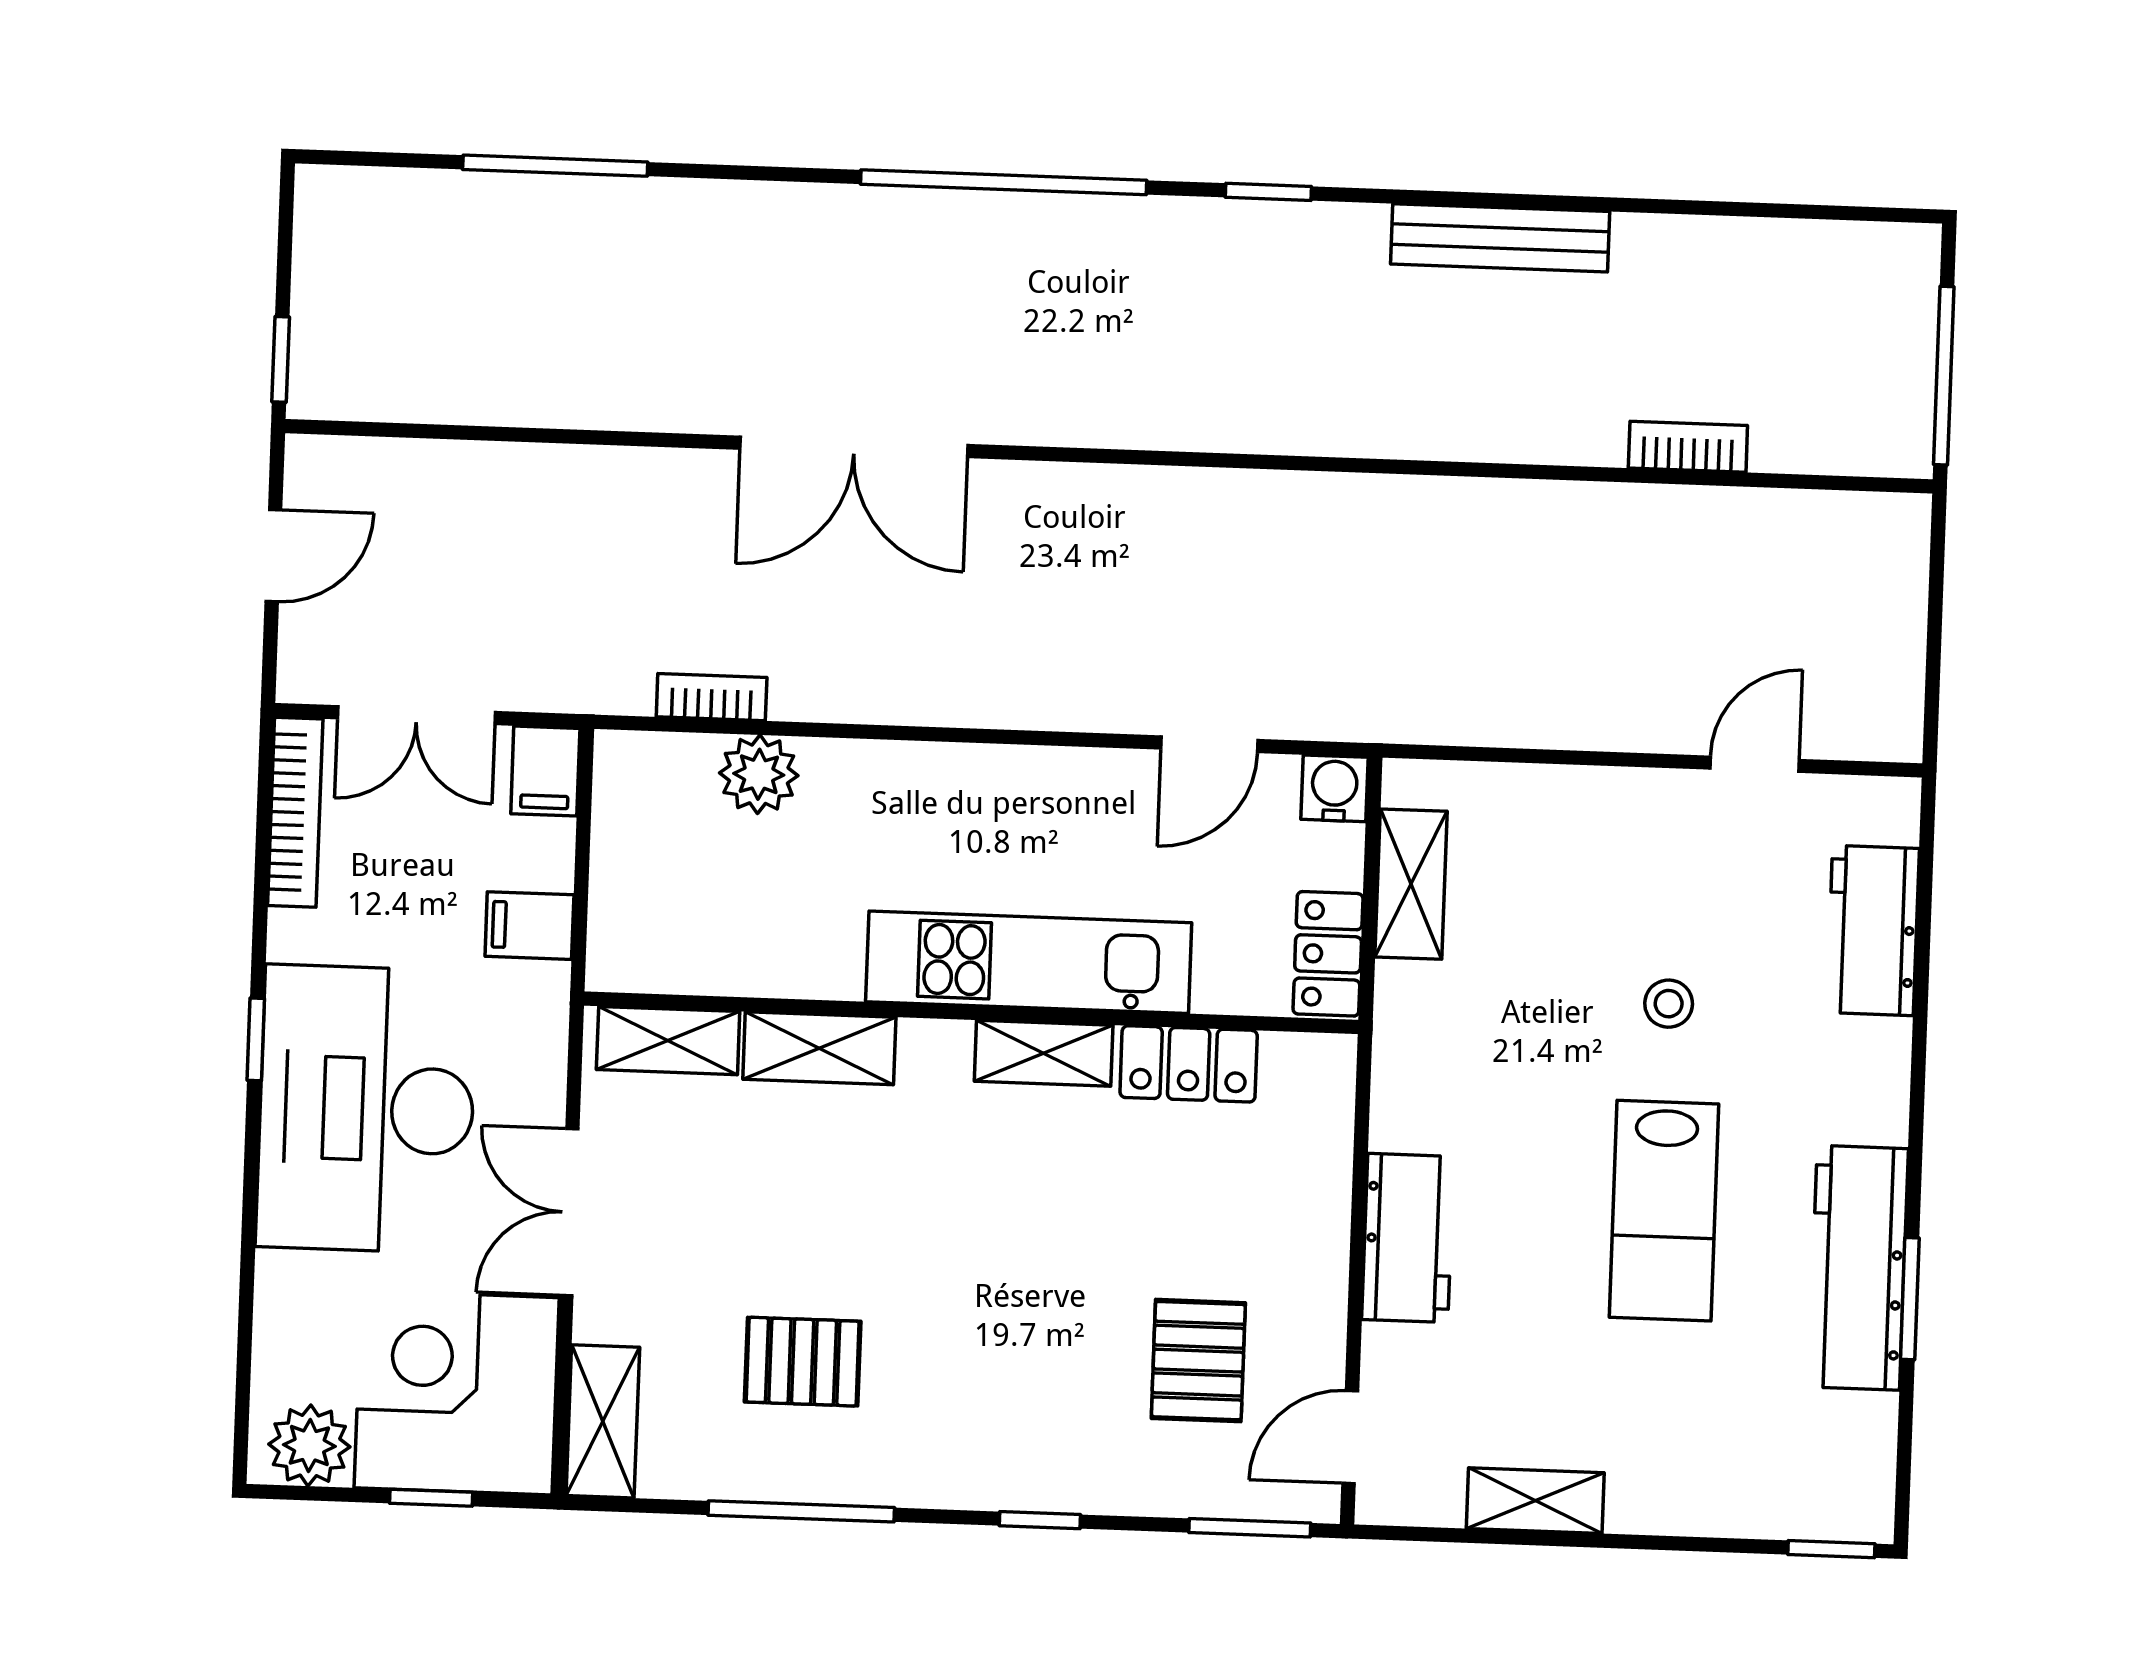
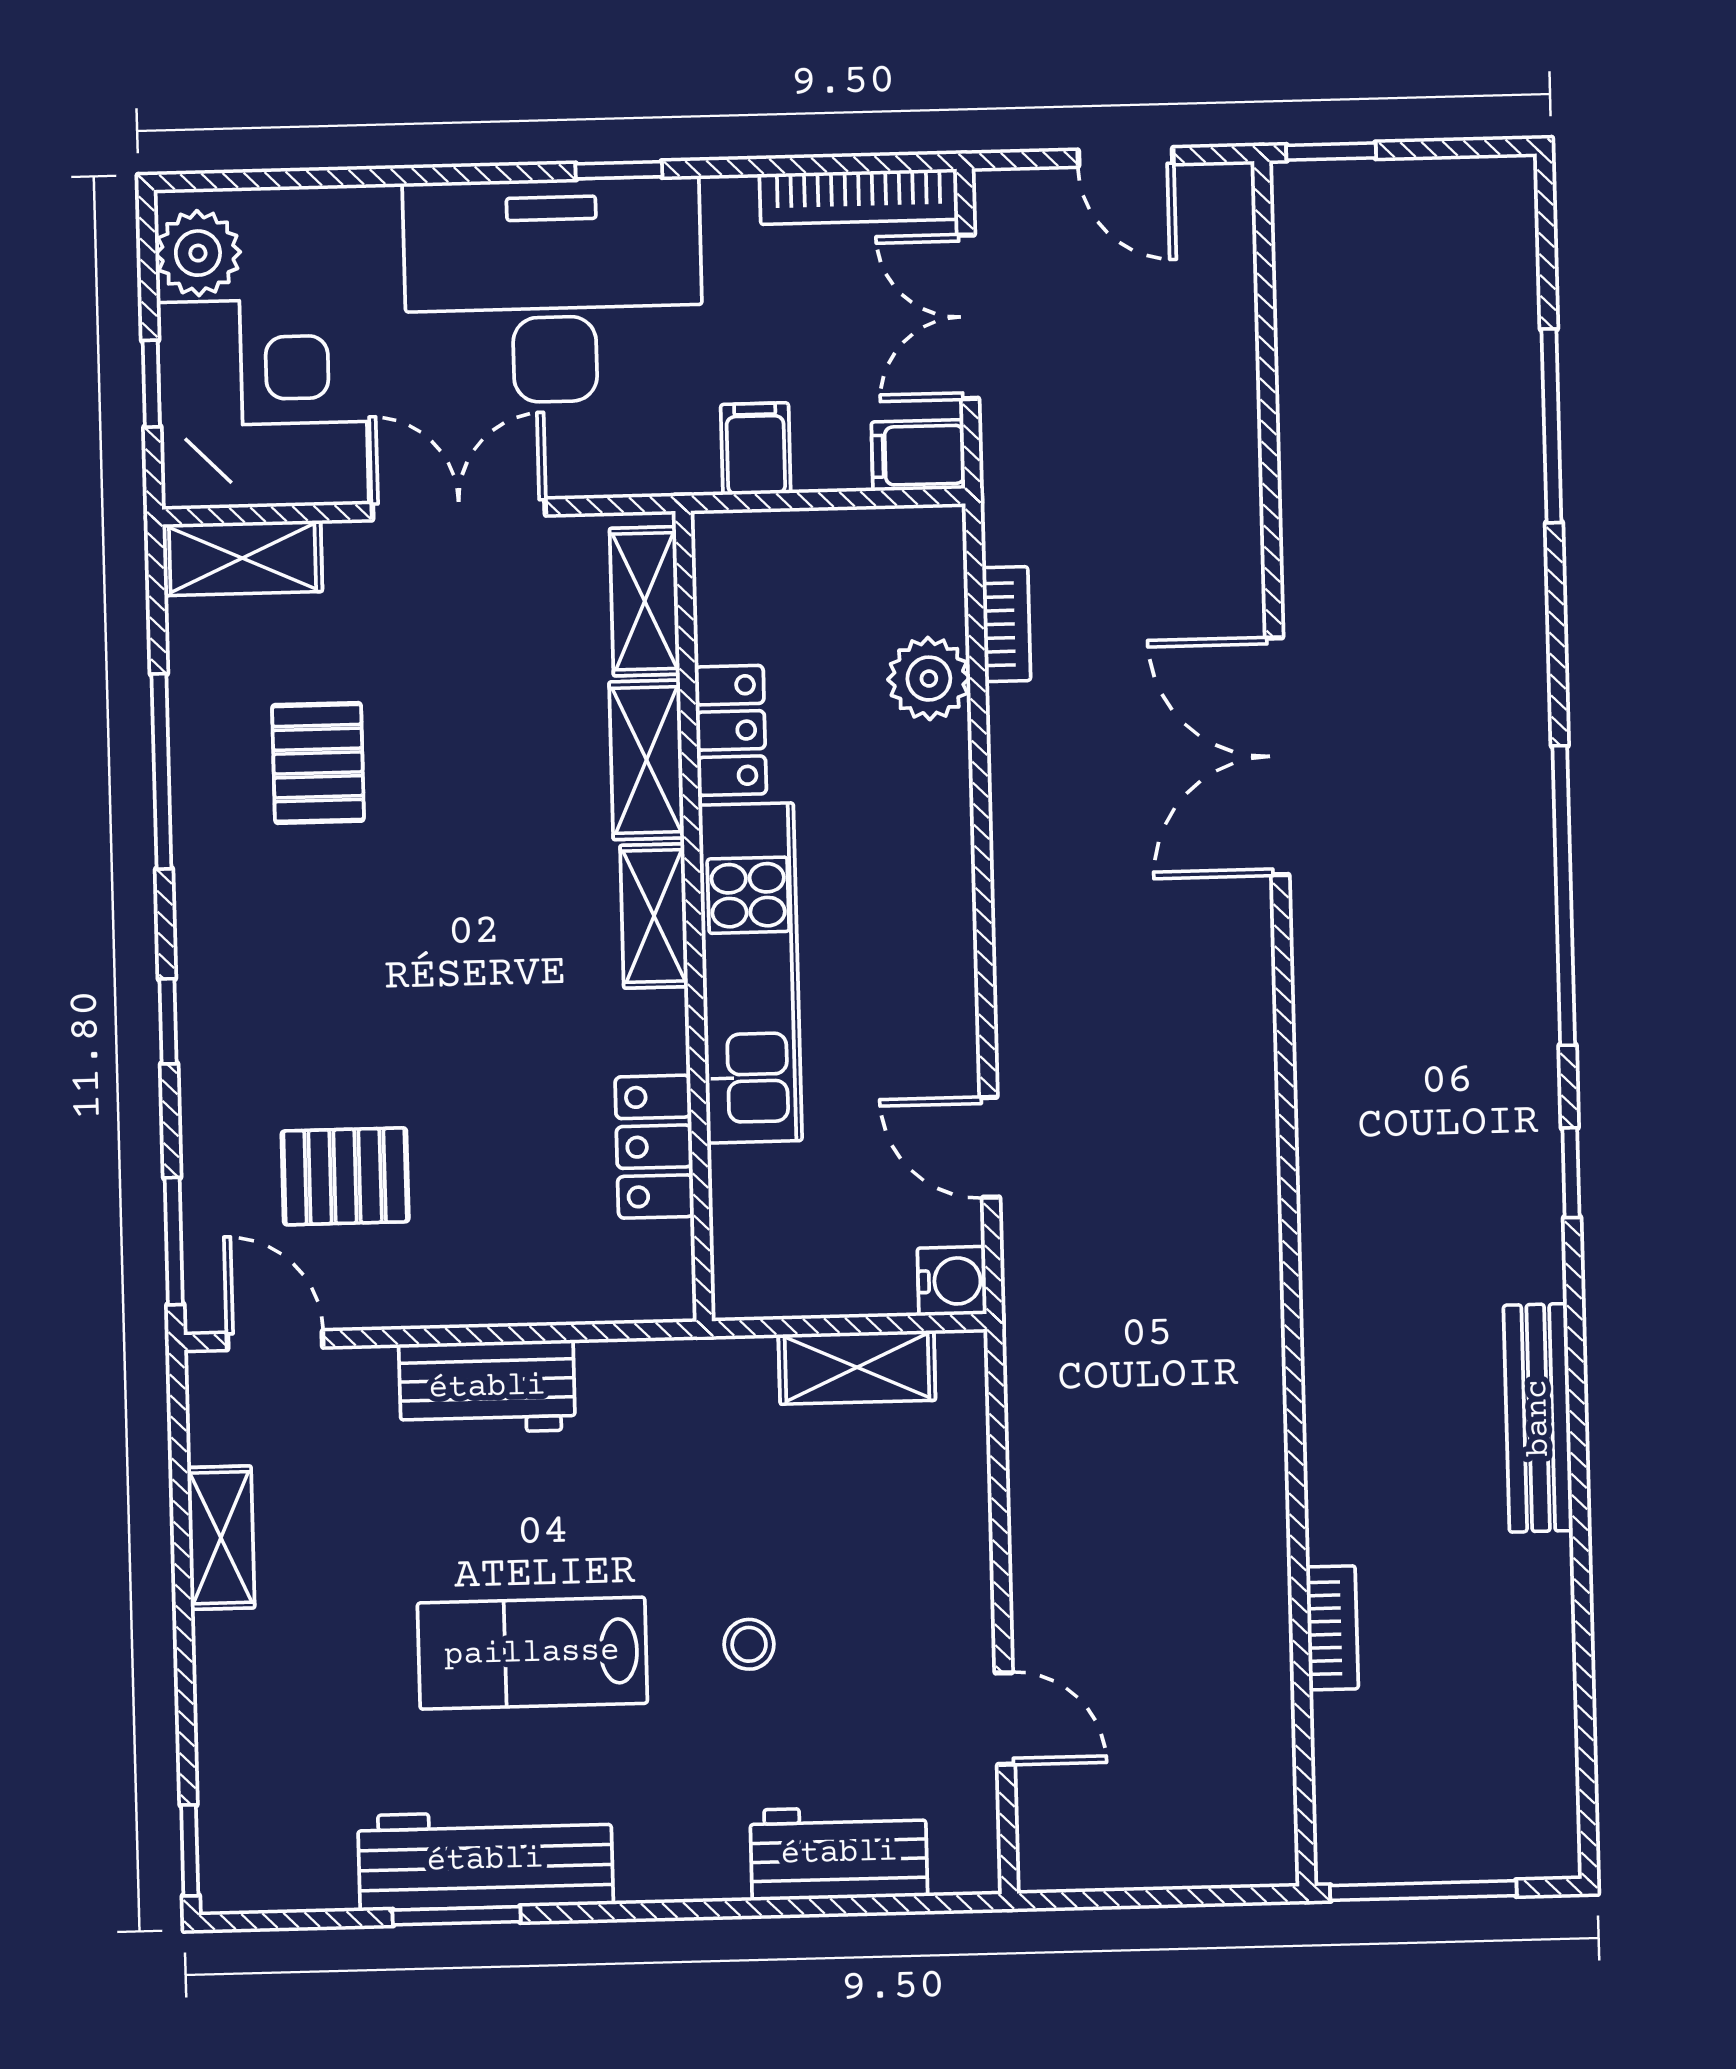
locker: (1328, 954) -> (730, 730), moved, turned 90
shelving: (1044, 1053) -> (654, 916), moved

